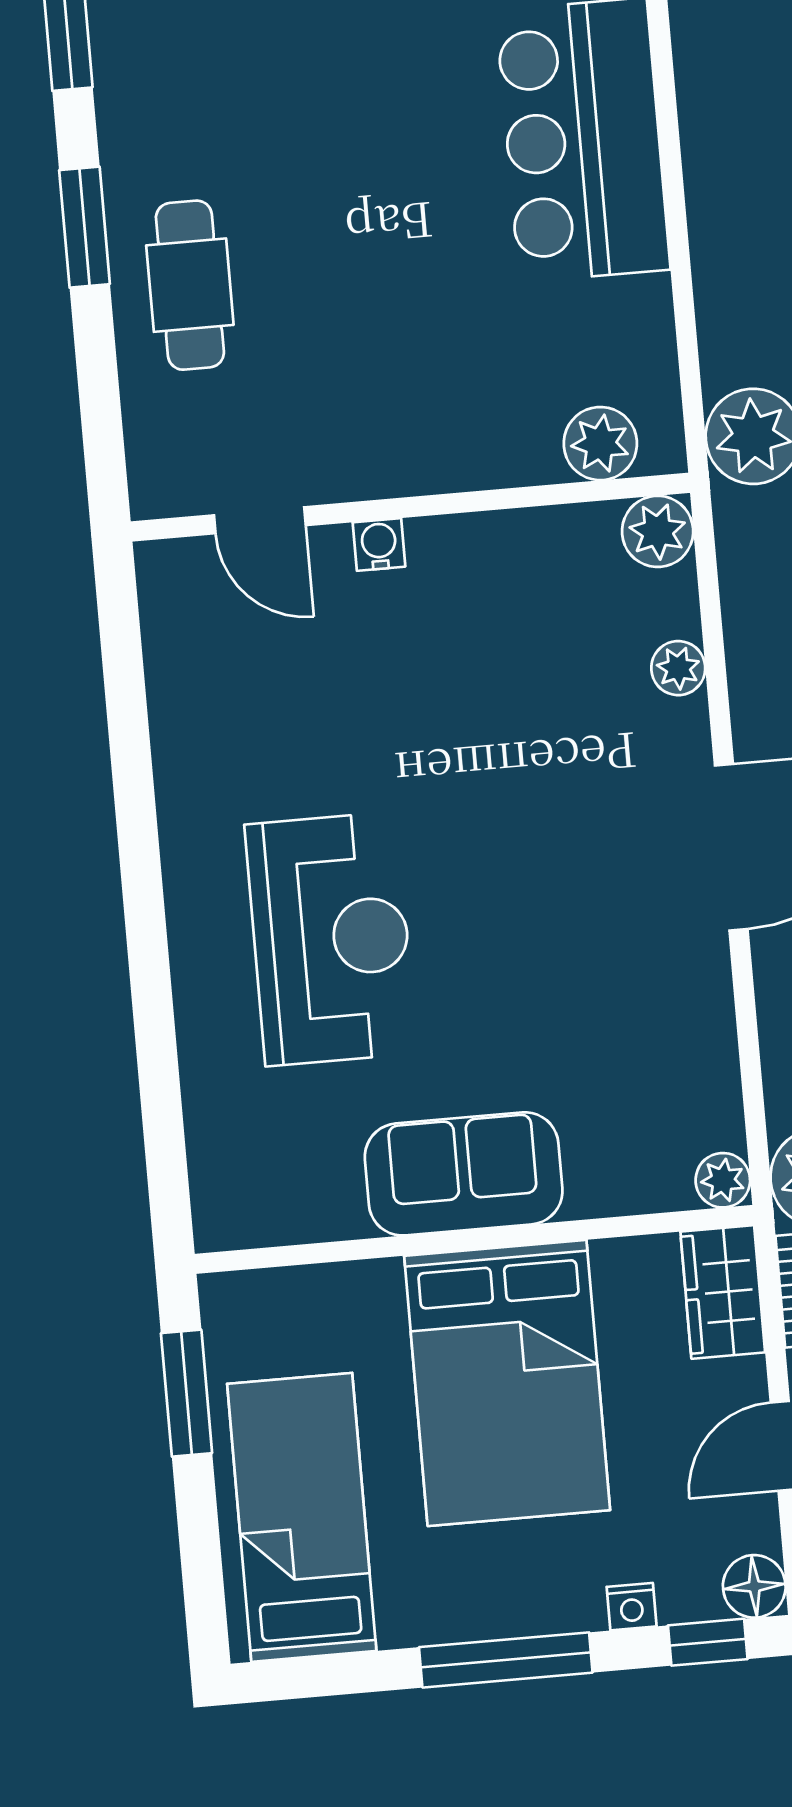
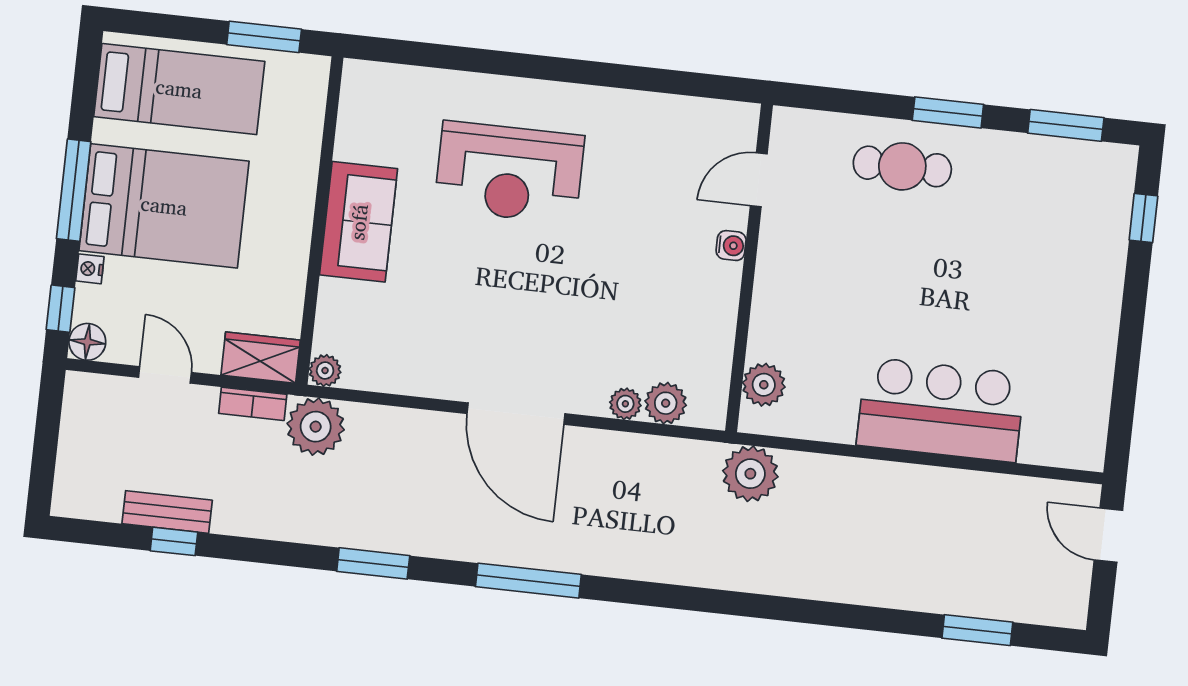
plant: (658, 531) -> (666, 403), moved
bed: (507, 1383) -> (164, 206), moved, turned 180

